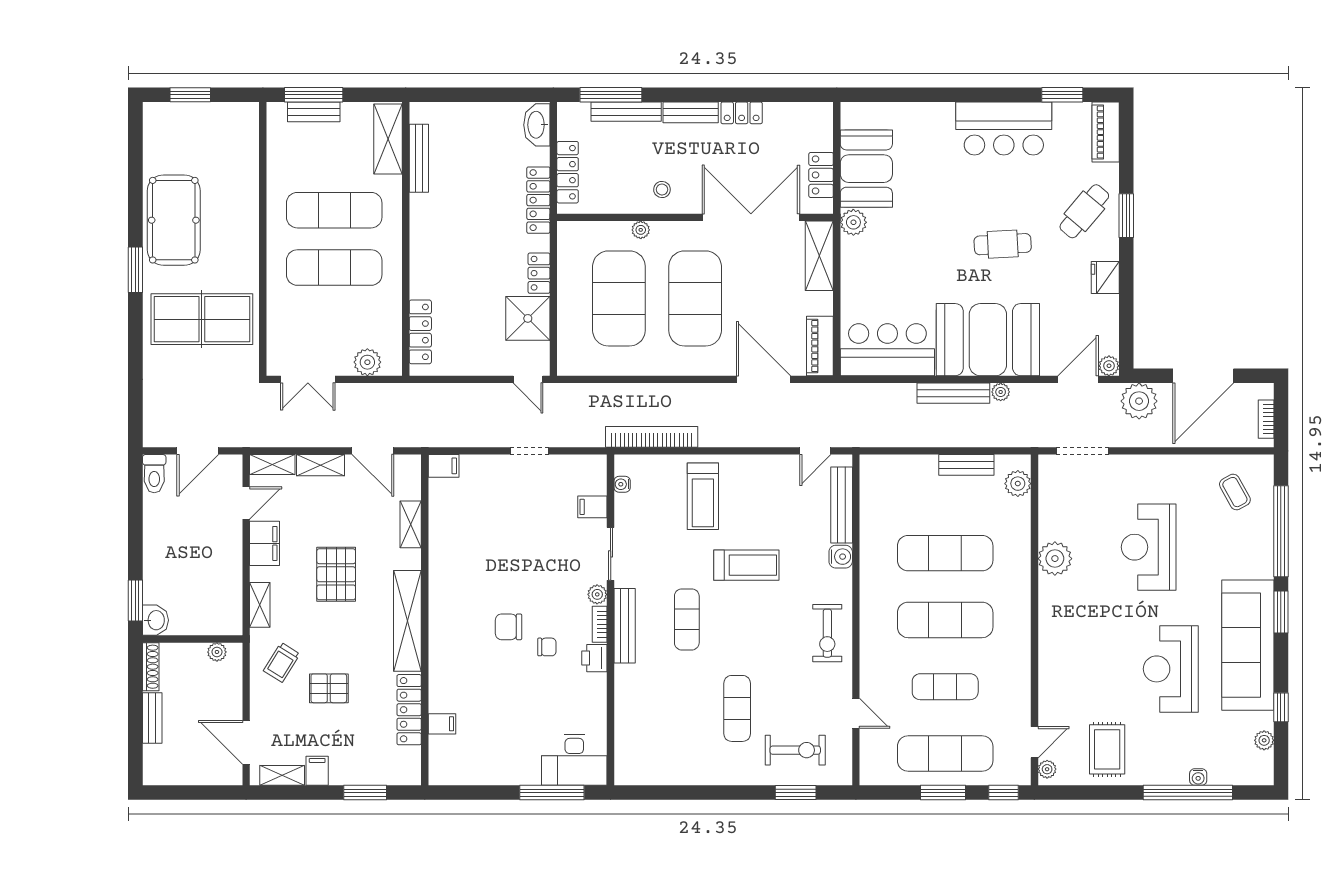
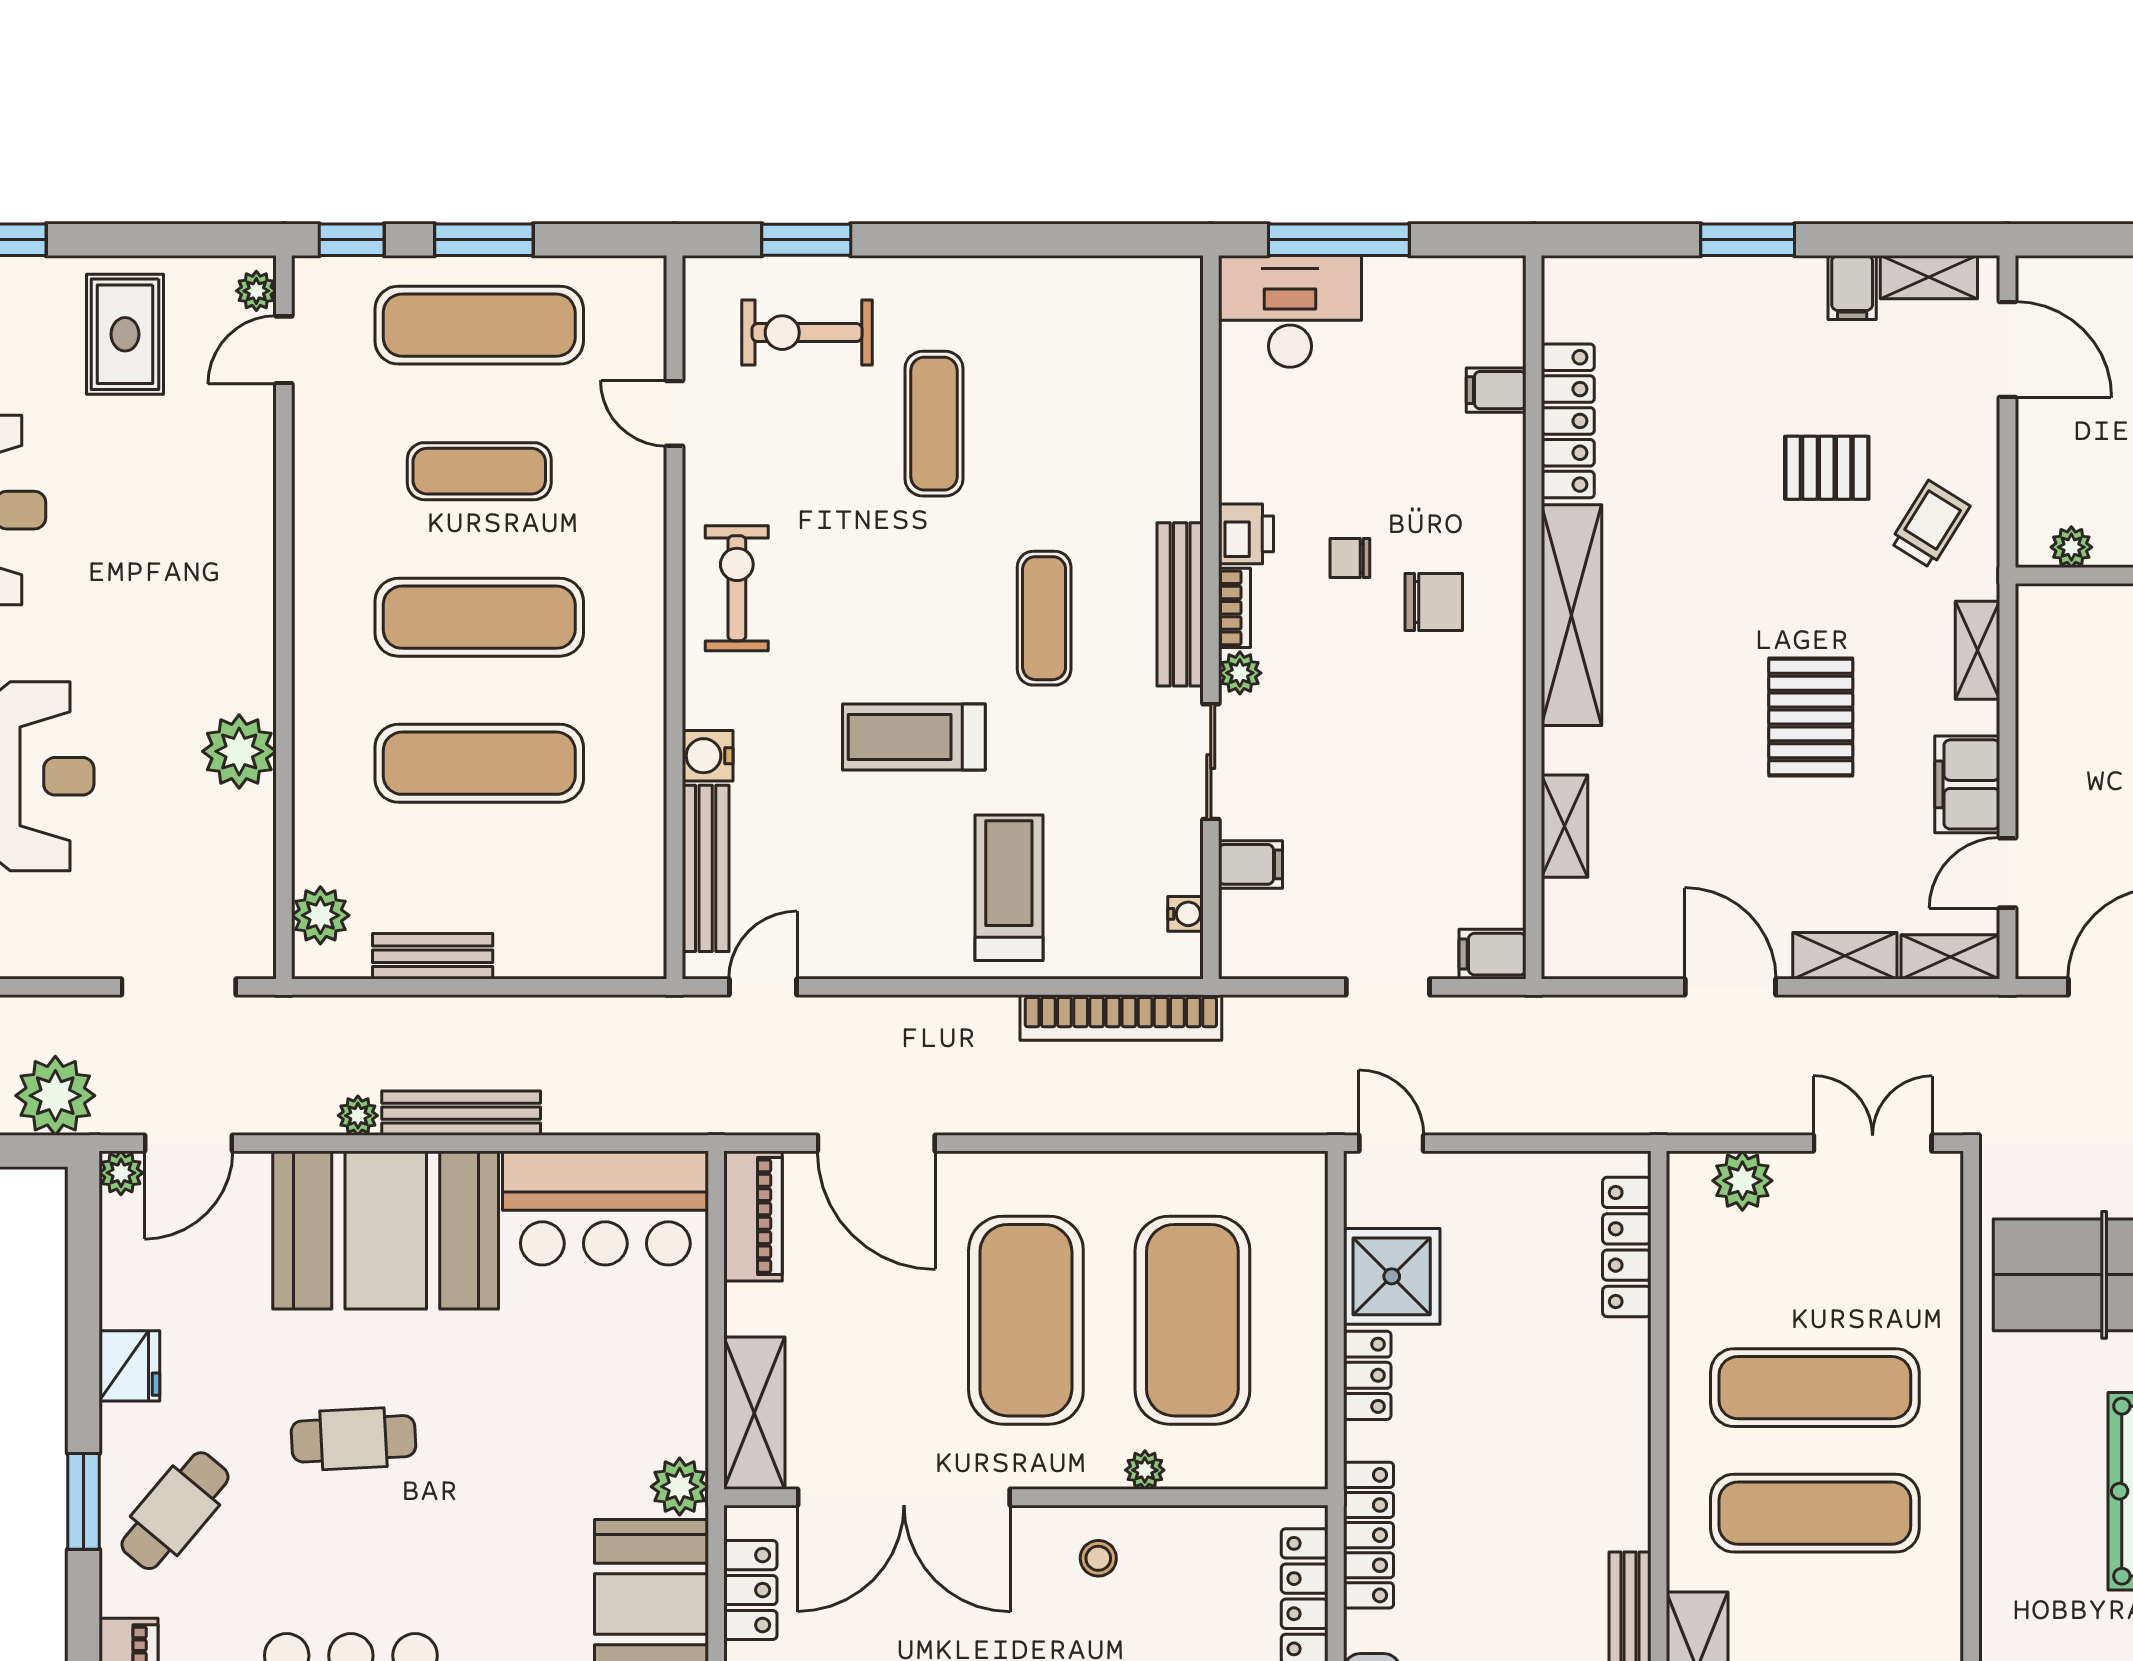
filing cabinet: (444, 466) -> (1493, 954), moved
shelving: (411, 524) -> (1565, 826), moved
wall: (425, 620) -> (1534, 617), moved
shelving: (407, 621) -> (1572, 615), moved
locker: (409, 710) -> (1568, 421), moved
filing cabinet: (442, 724) -> (1496, 390), moved

